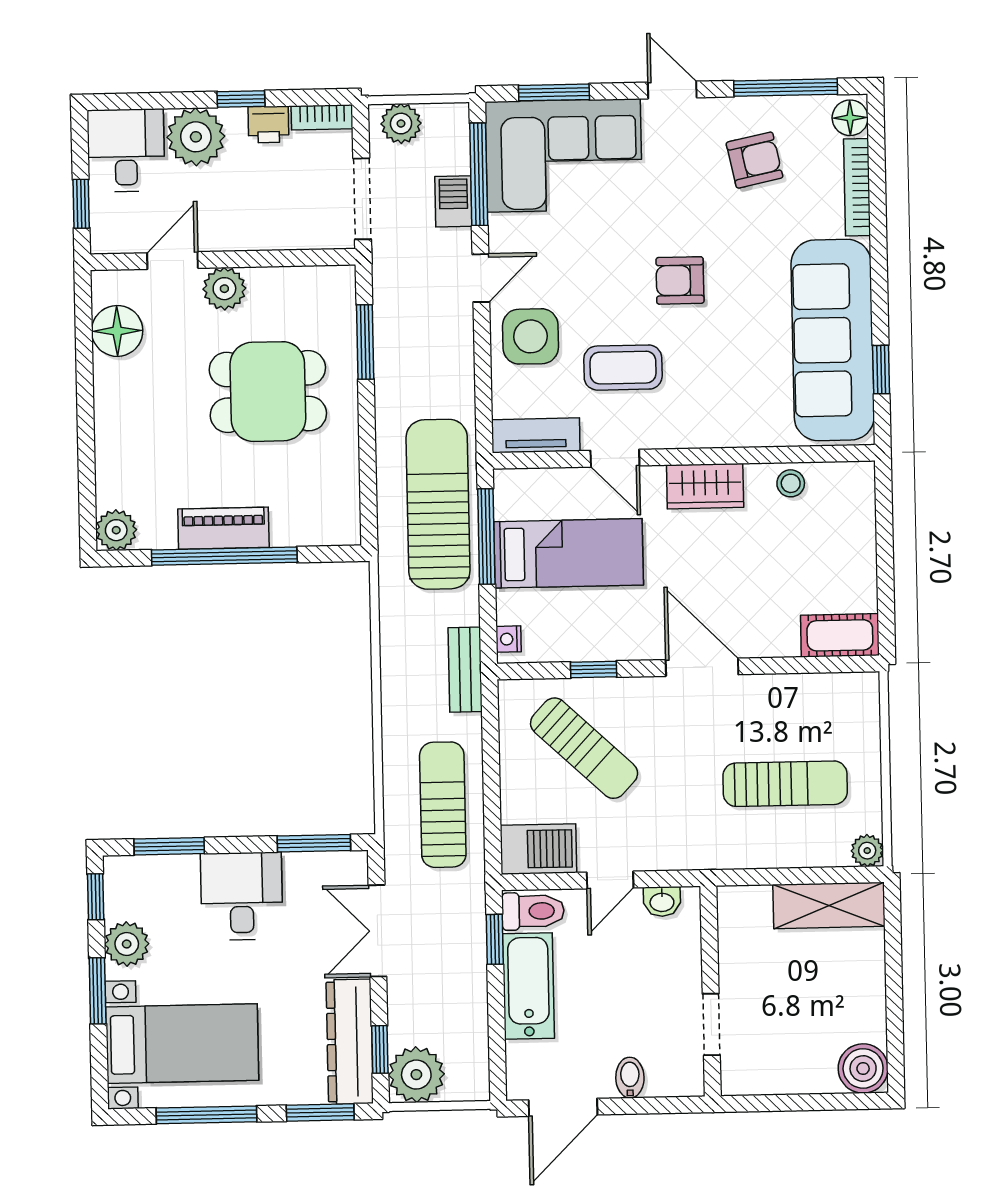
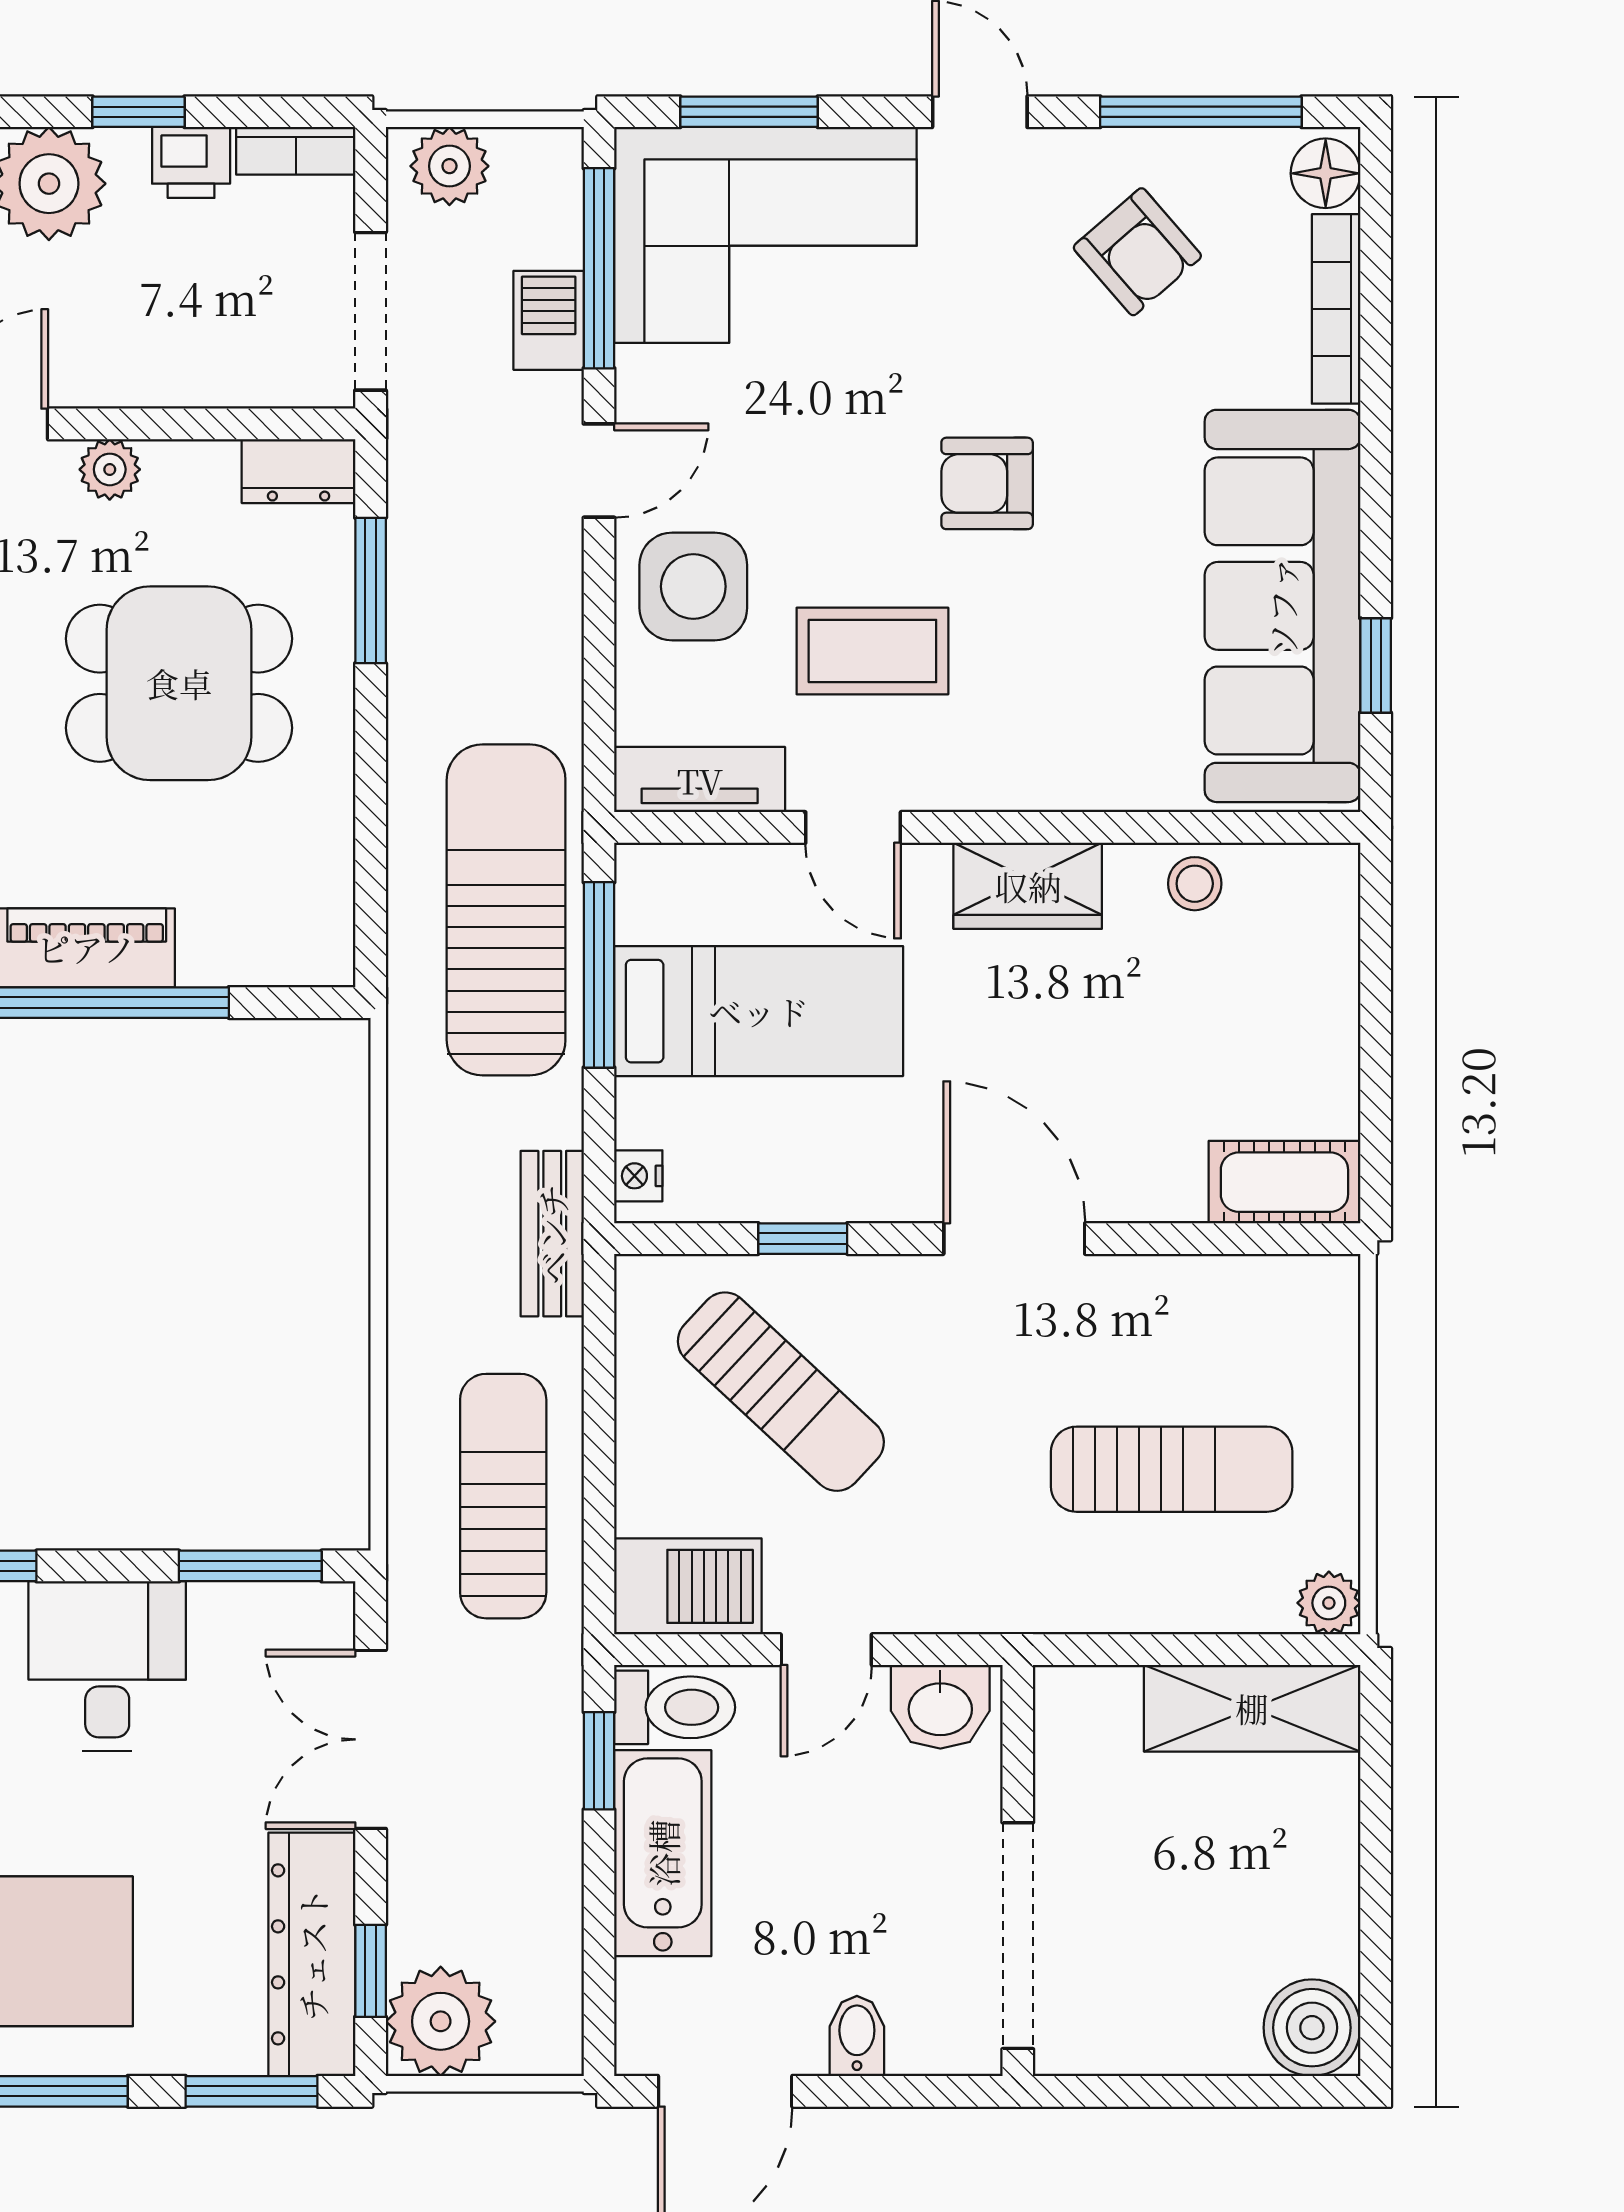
armchair: (754, 160) -> (1137, 252), turned 61
dresser: (327, 281) -> (299, 471), added
plant: (224, 289) -> (110, 469), width x0.73, depth x0.73
washbasin: (662, 902) -> (940, 1707), width x1.38, depth x1.45
doorway: (711, 1024) -> (1018, 1936), width x1.87

